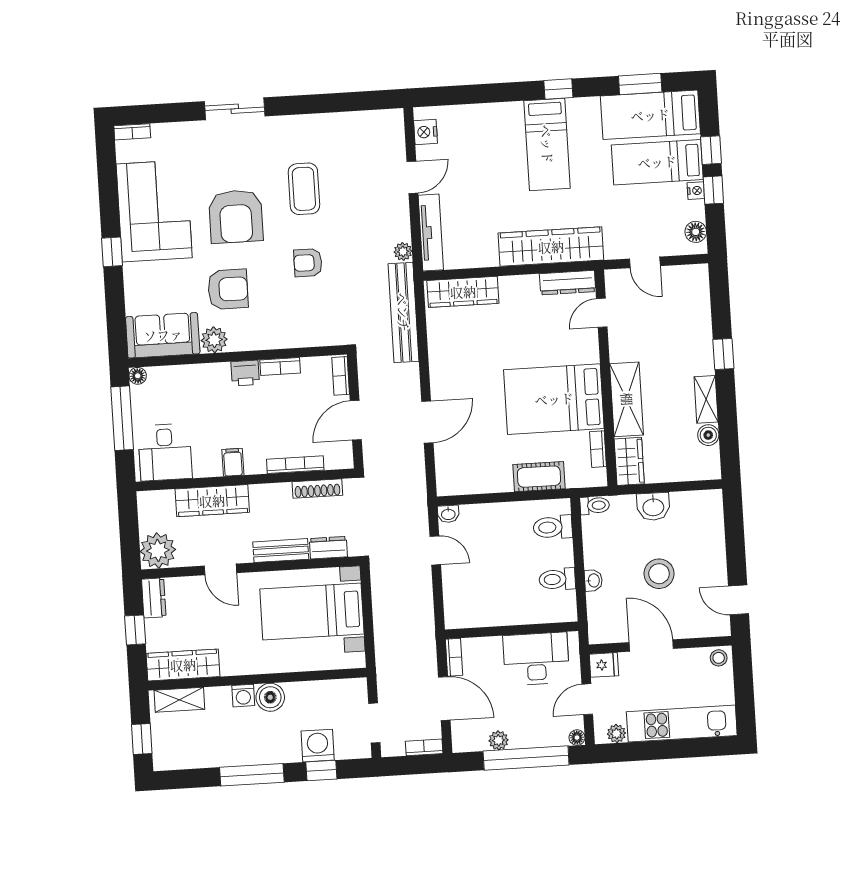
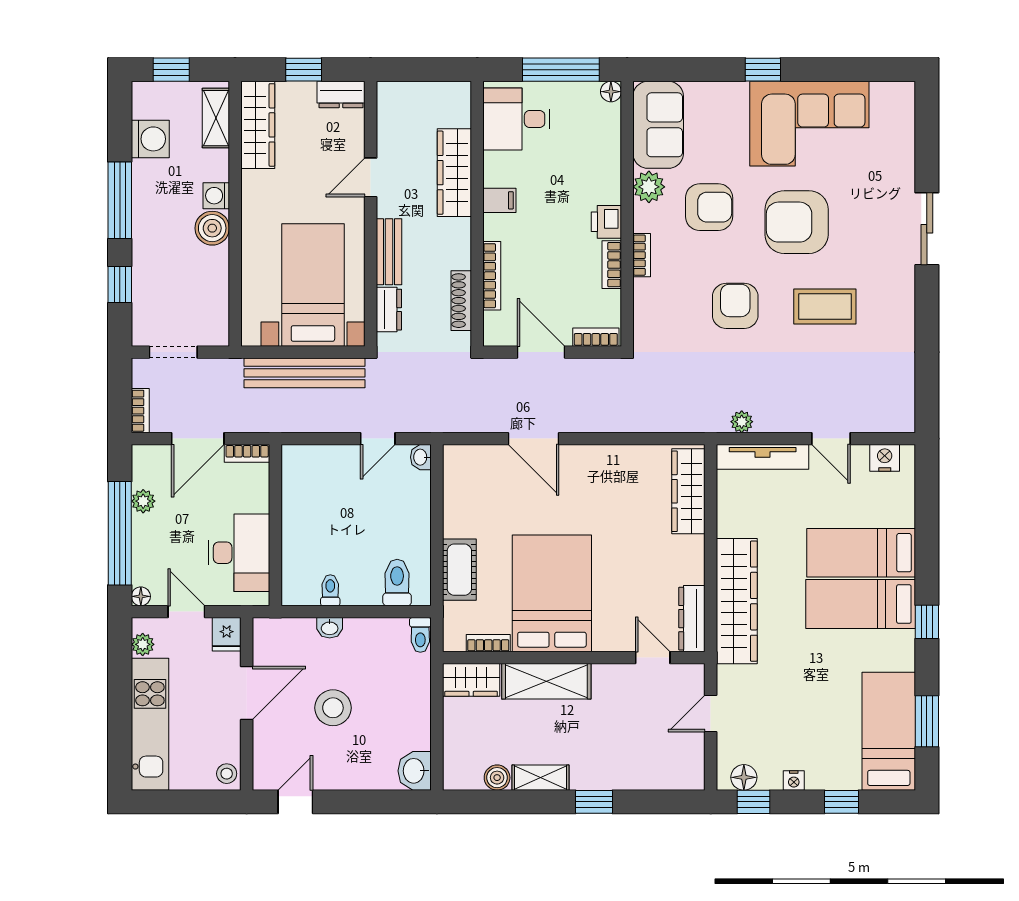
bookcase: (132, 132) -> (642, 255), moved, turned 180
bed: (657, 162) -> (861, 553), moved, turned -90
window: (713, 190) -> (753, 802), moved
armchair: (308, 263) -> (735, 306), width x1.38, depth x1.38
armchair: (228, 289) -> (709, 207), turned -90
bench: (403, 312) -> (305, 373), moved
washbasin: (653, 507) -> (415, 771), moved
plant: (158, 550) -> (398, 103), removed
toilet: (557, 579) -> (330, 590), width x0.73, depth x0.72
washing machine: (318, 746) -> (150, 139), moved

